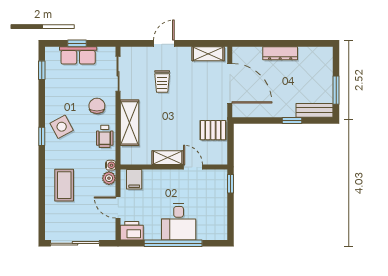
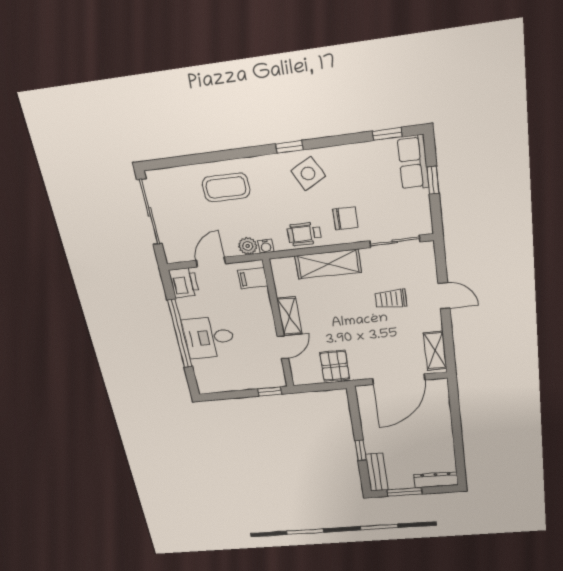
dresser: (280, 53) -> (436, 480), moved, turned 90
row of seats: (78, 55) -> (413, 163), moved

